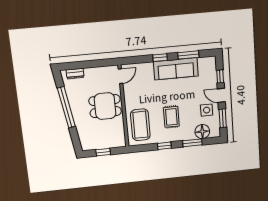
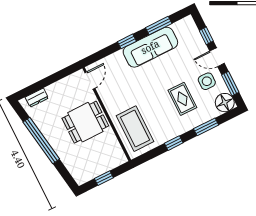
rug: (171, 117) -> (182, 99), moved
floor lamp: (202, 132) -> (225, 103), moved

